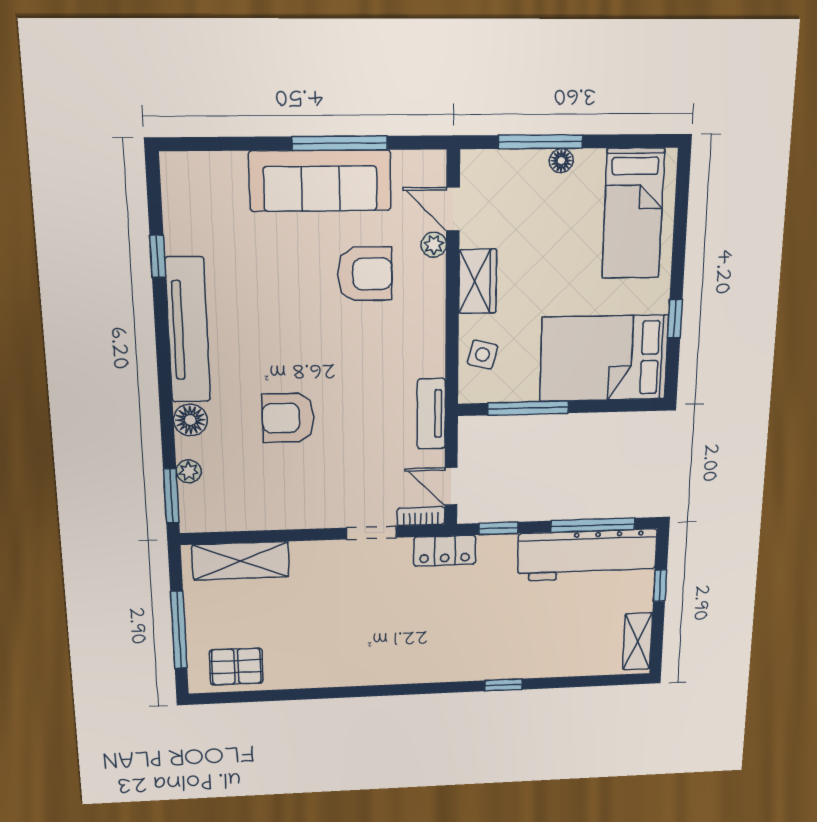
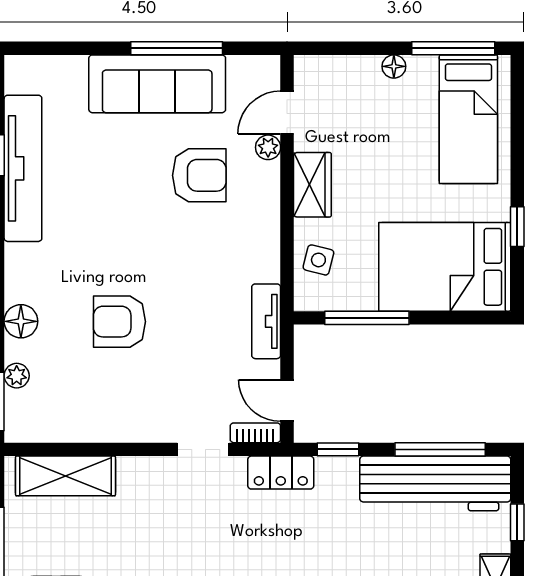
window: (541, 142) -> (453, 48), moved
door: (453, 209) -> (287, 113), hinge flipped
tv unit: (188, 330) -> (23, 168), moved

